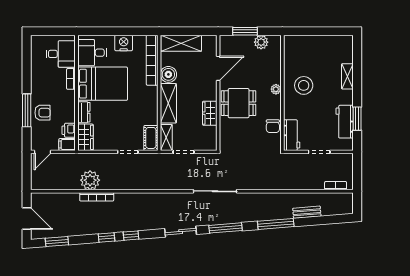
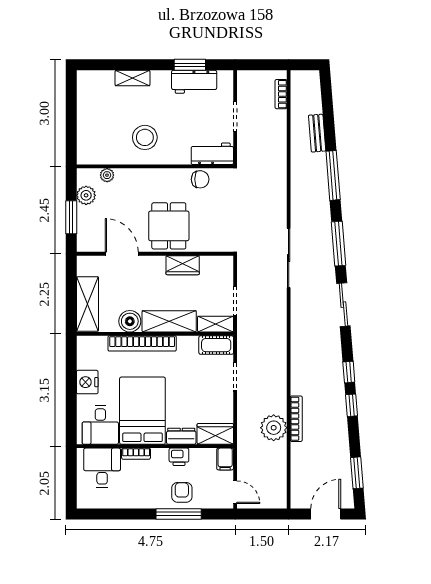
bookcase: (152, 60) -> (142, 343), moved
plant: (276, 89) -> (107, 175), moved
printer: (69, 130) -> (179, 457), moved

